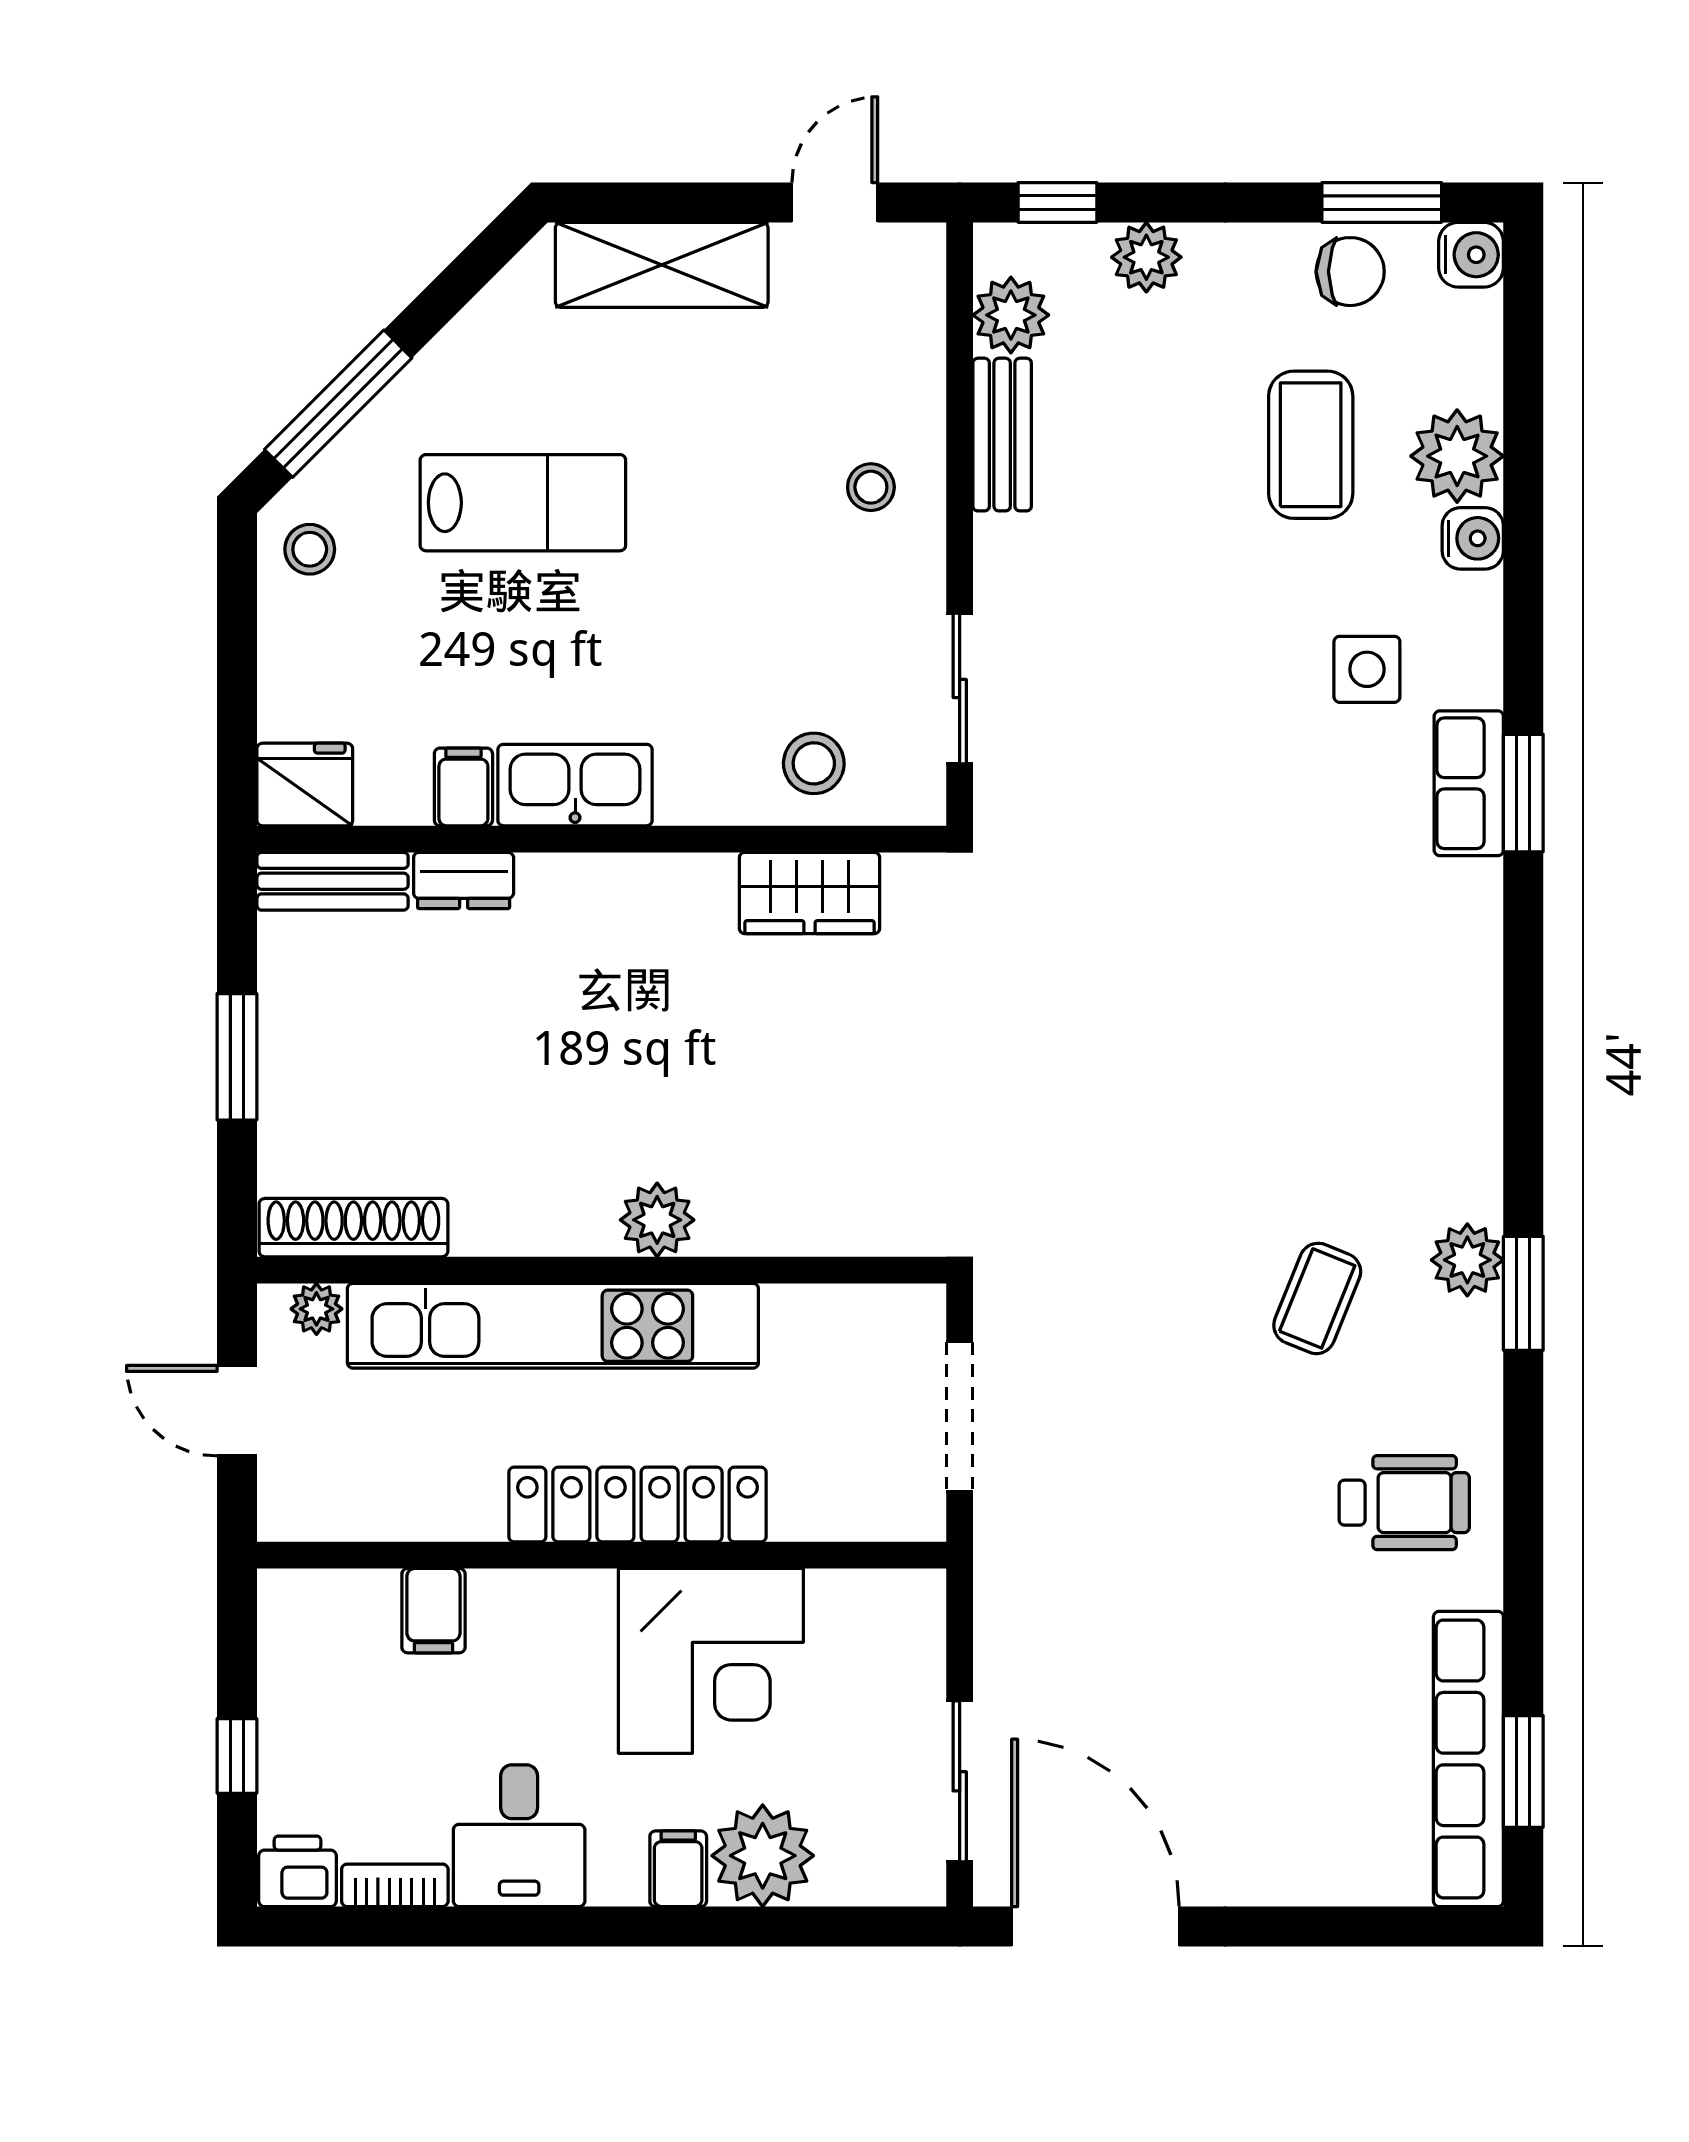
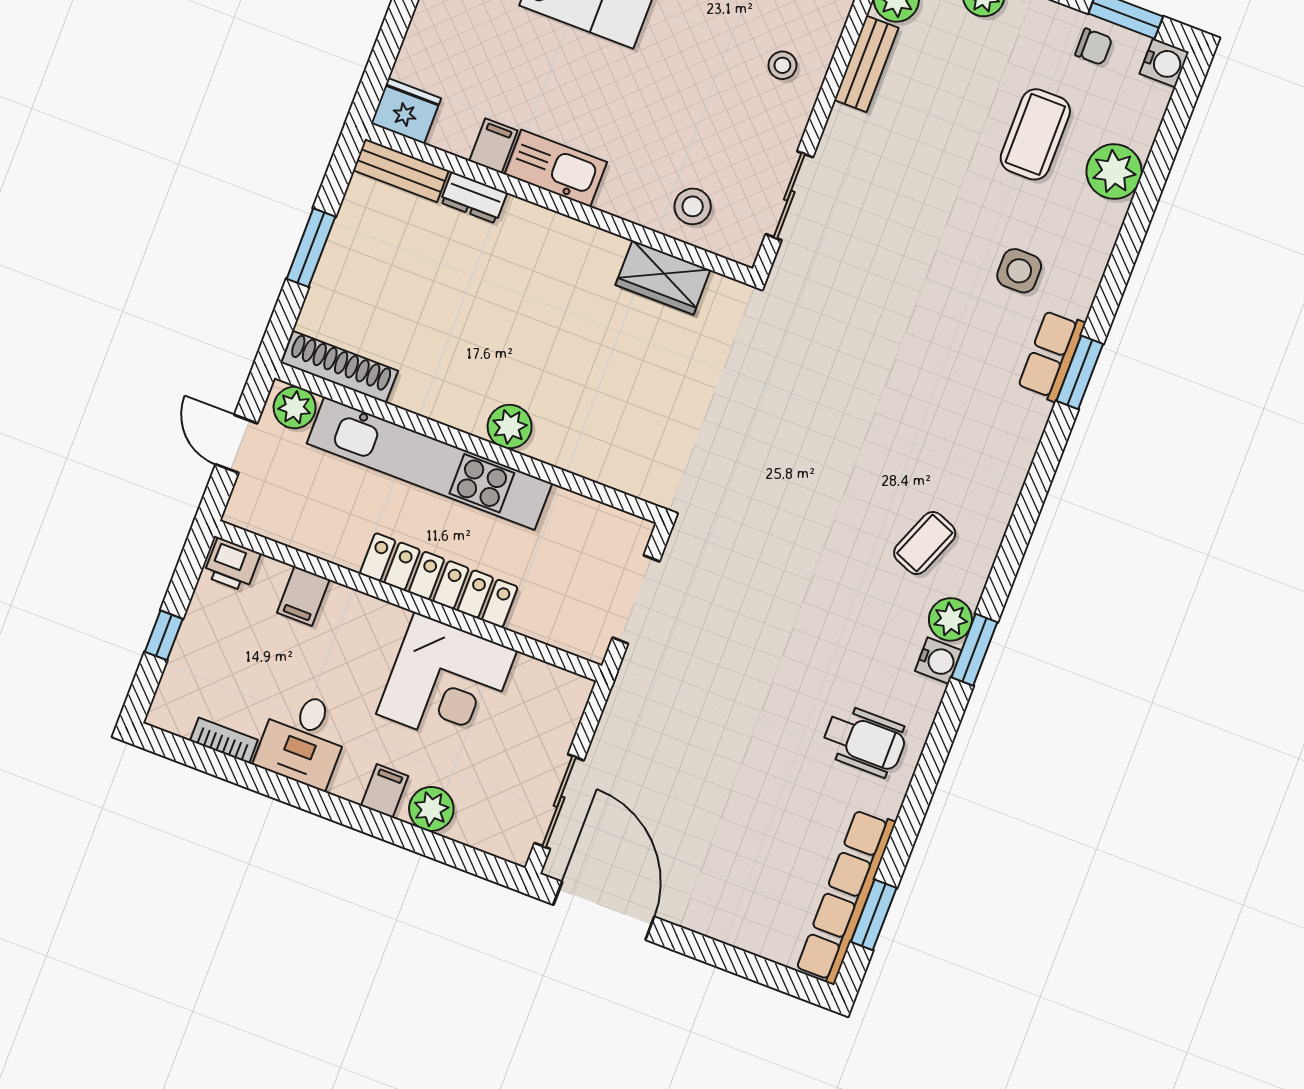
chair: (1350, 272) -> (1094, 47), width x0.73, depth x0.73
water cooler: (1473, 538) -> (938, 661), moved
coffee table: (1317, 1298) -> (925, 543), moved
plant: (316, 1309) -> (295, 407), width x1.38, depth x1.38
plant: (763, 1856) -> (431, 809), width x0.73, depth x0.73
printer: (298, 1871) -> (232, 565), moved, turned 180

